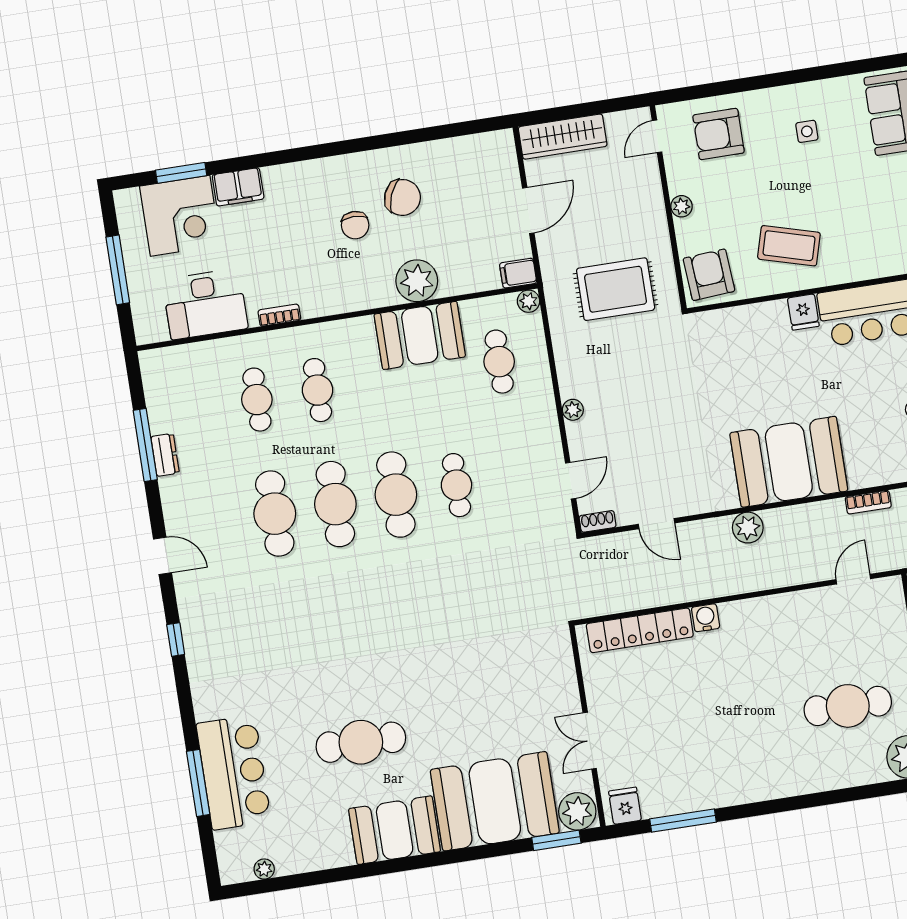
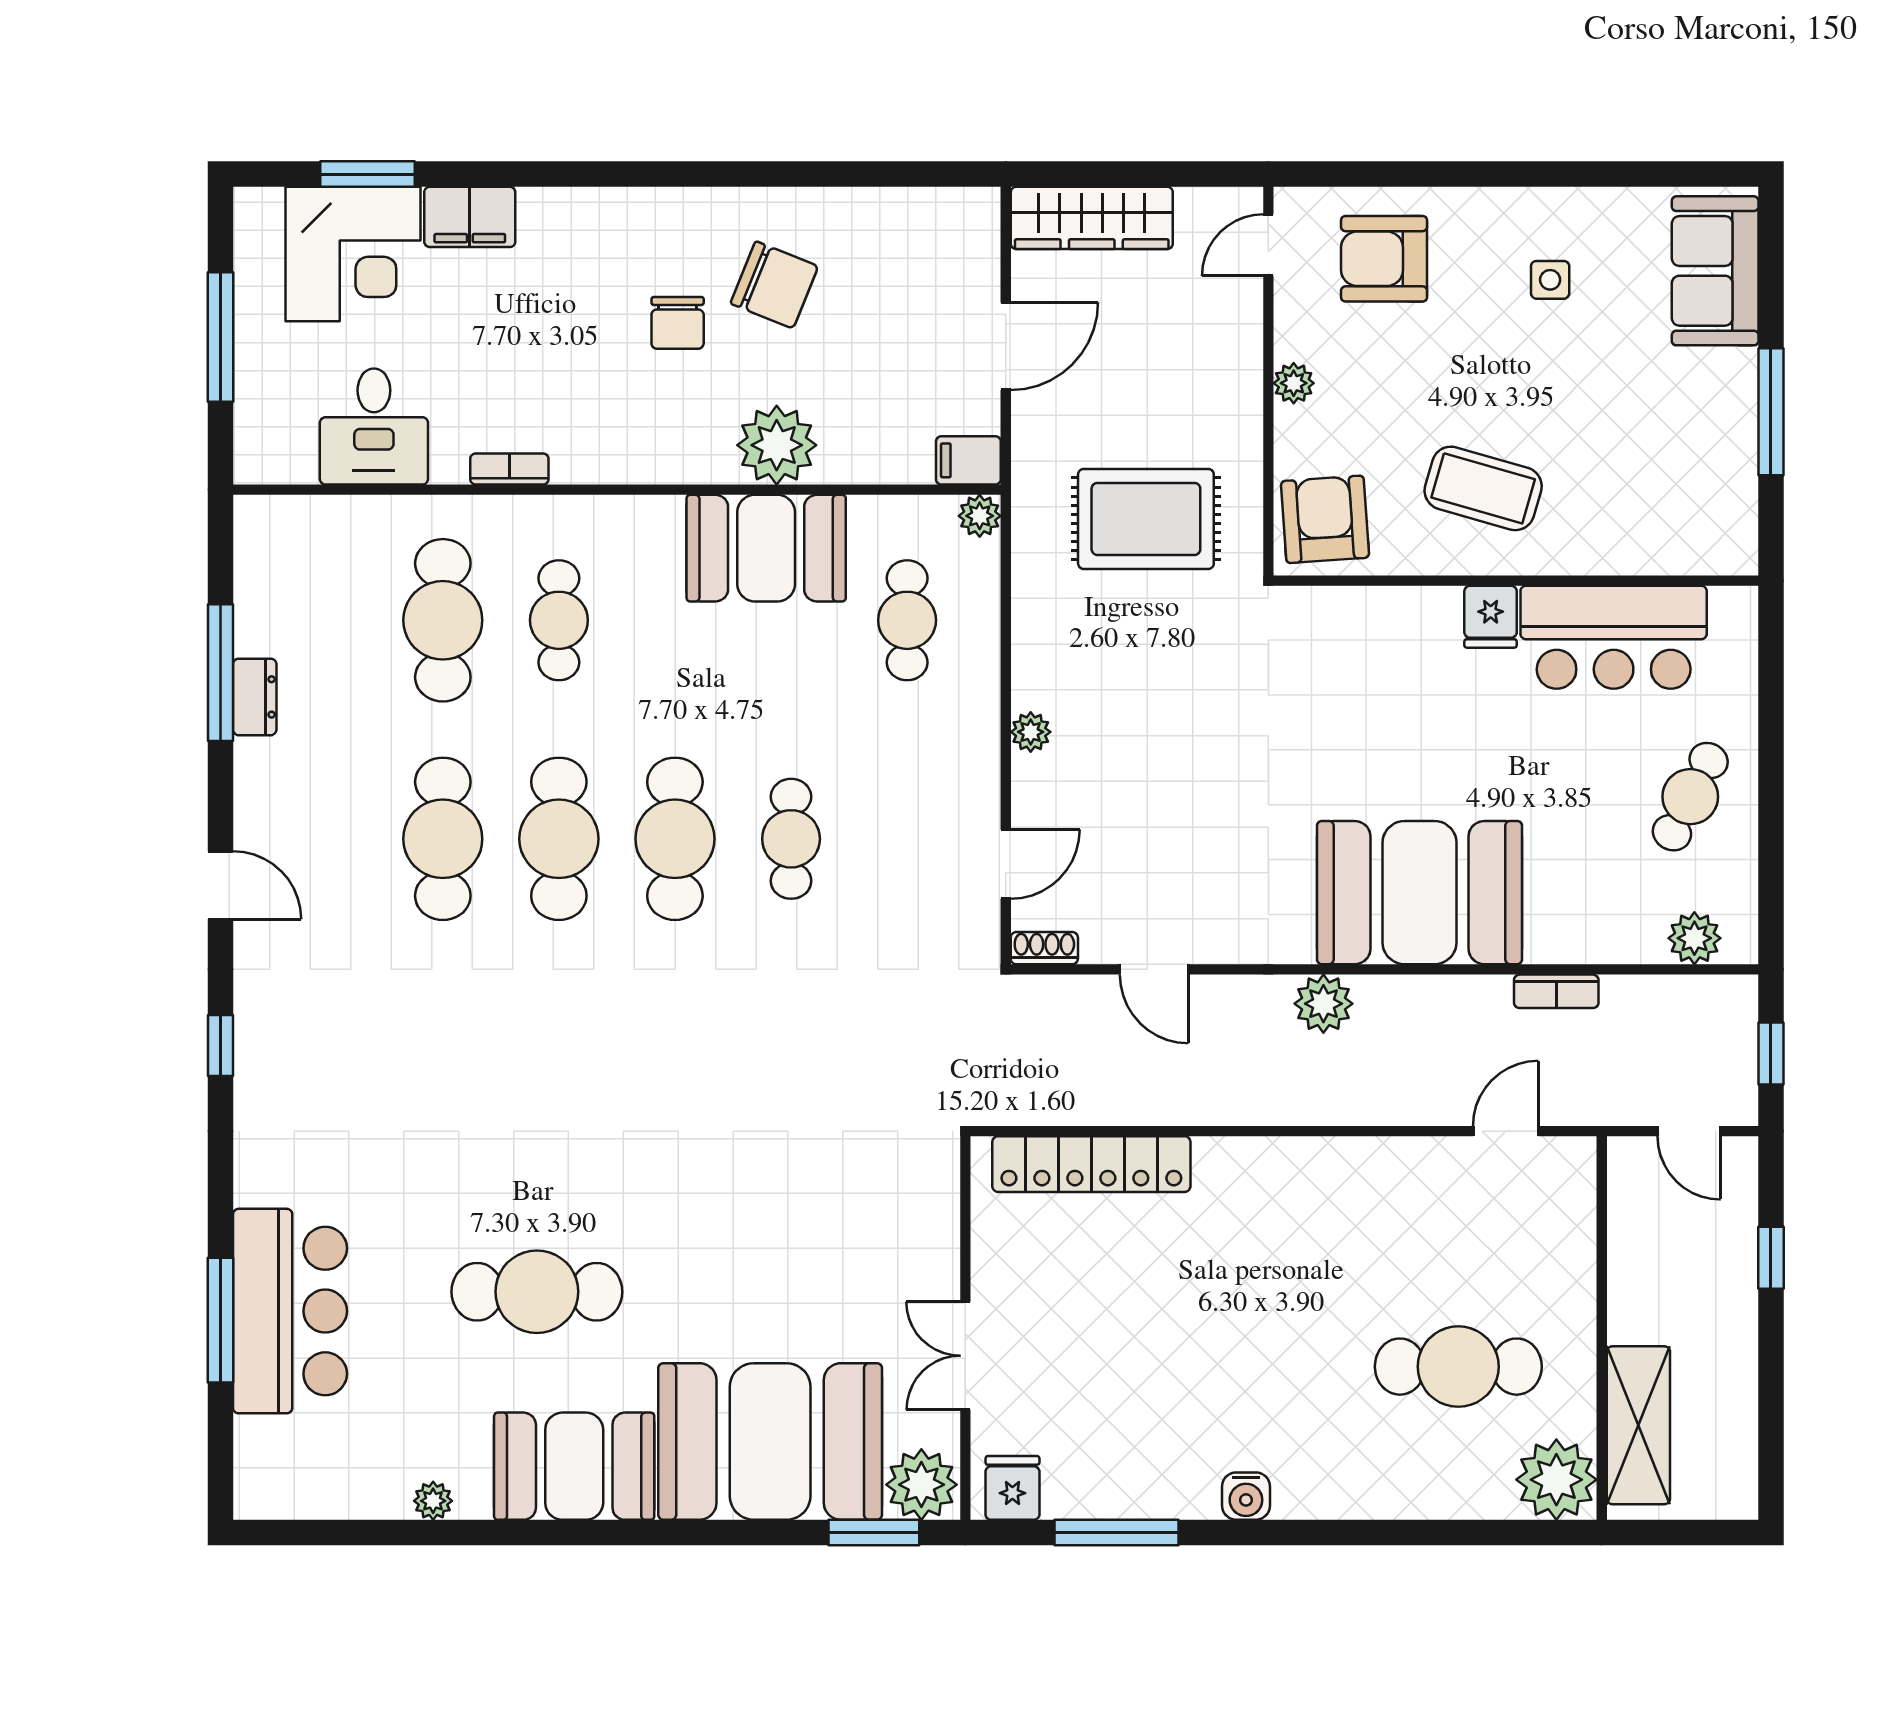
desk: (205, 304) -> (374, 426), width x0.73
cafe table: (257, 400) -> (443, 620), width x1.37, depth x1.35
water cooler: (706, 618) -> (1246, 1496), moved, turned 180
plant: (264, 869) -> (433, 1501), moved

